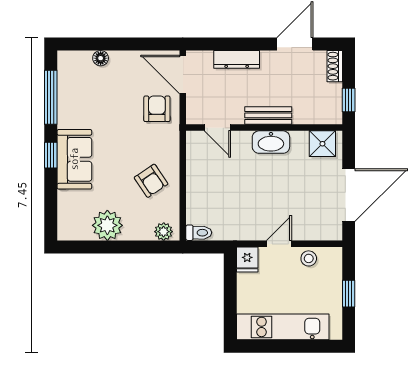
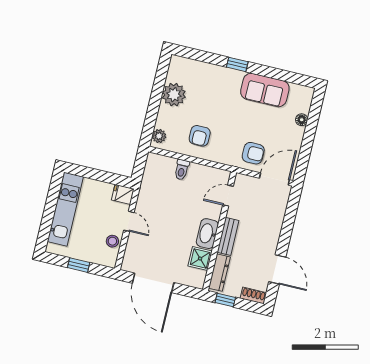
dresser: (237, 59) -> (219, 273), moved, turned 180
window: (51, 97) -> (281, 75), removed
shower: (322, 144) -> (200, 259), moved
sofa: (74, 159) -> (265, 90), moved
armchair: (151, 181) -> (200, 136), turned -56
toilet: (199, 233) -> (182, 170), moved

